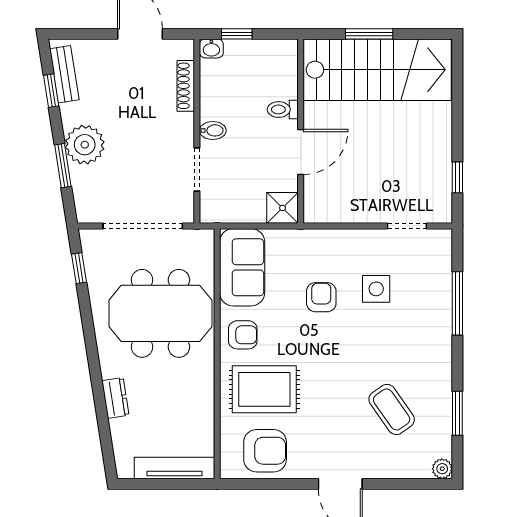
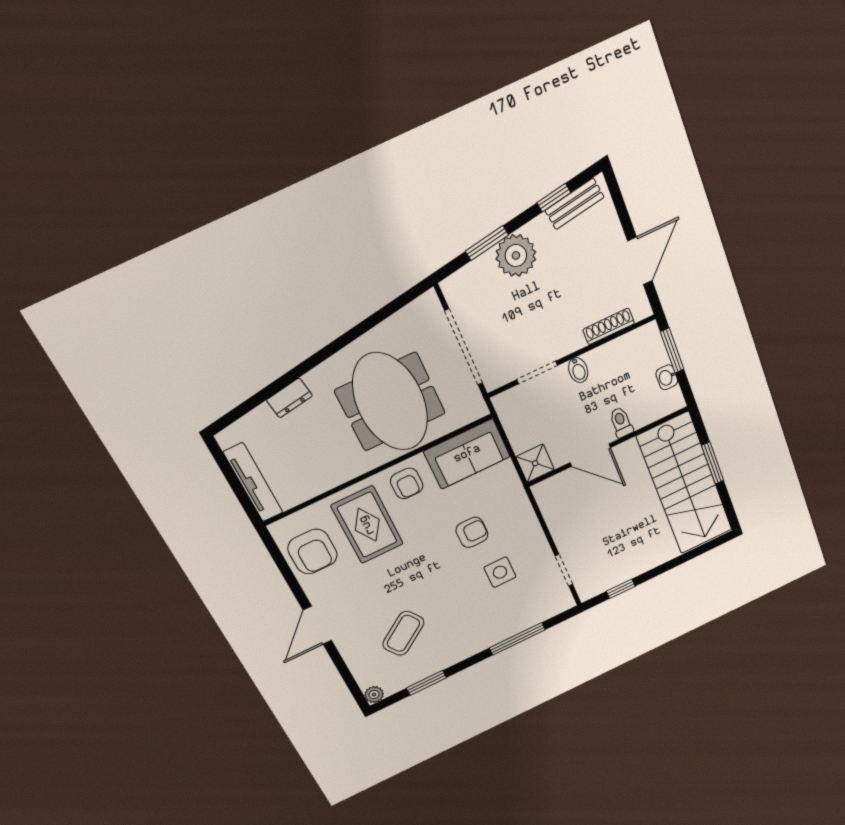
window: (237, 34) -> (672, 351), width x1.50
washbasin: (211, 48) -> (667, 377), moved
window: (79, 268) -> (396, 305), removed

